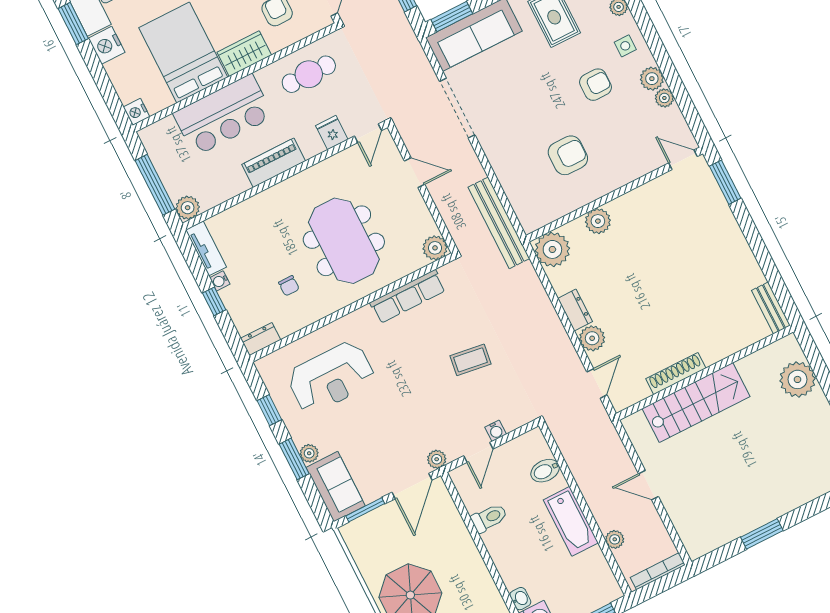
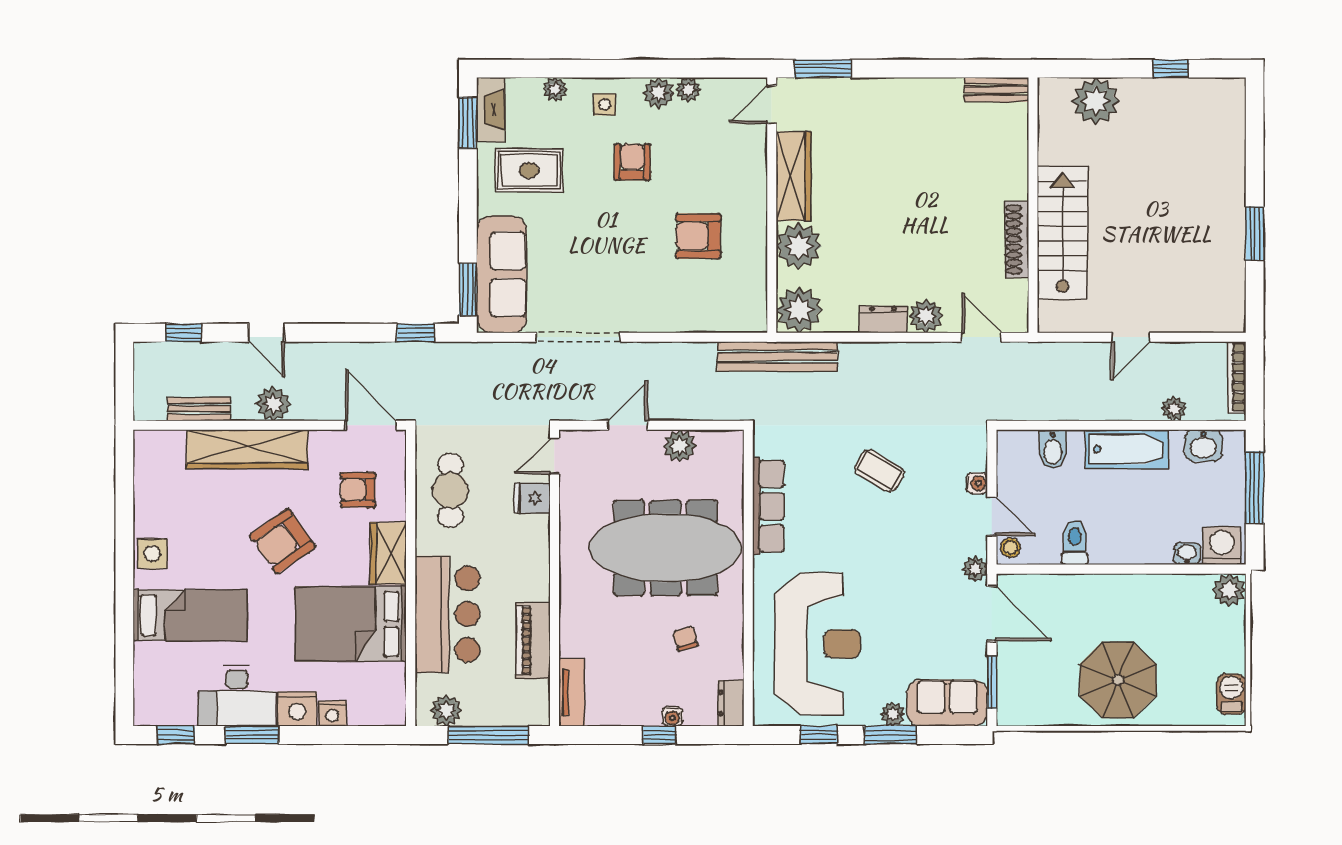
nightstand: (136, 112) -> (332, 713), moved
door: (368, 133) -> (554, 456), swing flipped
armchair: (568, 155) -> (698, 236), turned -90
piano: (274, 163) -> (533, 640), moved
wardrobe: (642, 199) -> (793, 176), added
plant: (188, 208) -> (446, 711), moved
plant: (598, 221) -> (799, 246), width x1.36, depth x1.36
bench: (499, 223) -> (777, 357), moved
meeting table: (344, 241) -> (665, 548), width x1.36
tv unit: (206, 248) -> (572, 692), moved, turned 90
plant: (435, 248) -> (680, 446), moved
water cooler: (220, 281) -> (672, 716), moved
chair: (289, 286) -> (685, 639), turned -106
coffee table: (470, 360) -> (879, 471), turned -67
reception desk: (331, 377) -> (817, 644), width x1.36, depth x1.30
stool: (463, 476) -> (1011, 548), added
washbasin: (600, 572) -> (1203, 445), added

